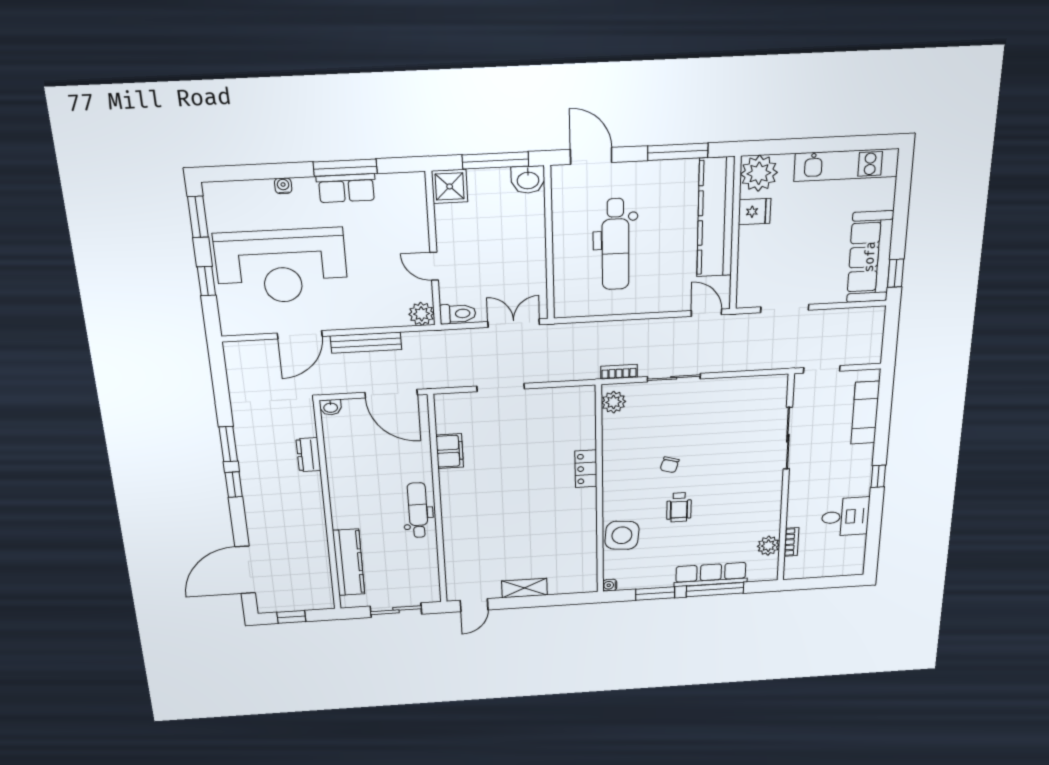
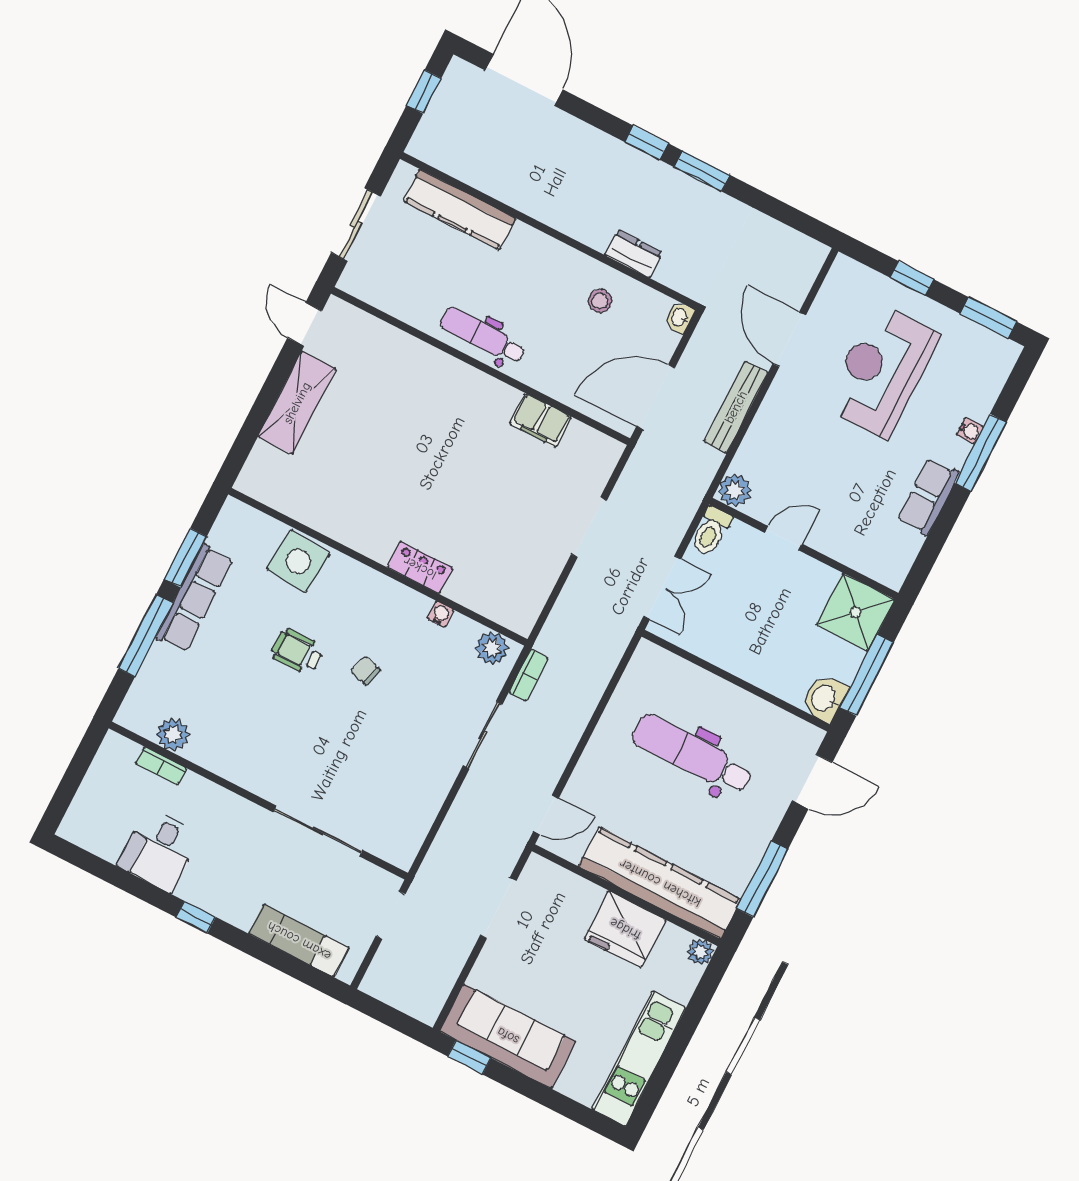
window: (345, 168) -> (981, 453), moved
plant: (759, 173) -> (700, 952), width x0.53, depth x0.53
shower: (450, 186) -> (855, 612), width x1.36, depth x1.36
fridge: (755, 212) -> (625, 929), width x1.88, depth x1.34
reception desk: (281, 266) -> (881, 371), width x0.74, depth x0.77
stool: (352, 458) -> (600, 301), added
dental chair: (418, 510) -> (483, 336), turned 180
row of seats: (711, 574) -> (194, 598), moved
water cooler: (610, 585) -> (441, 614), moved
shelving: (524, 588) -> (297, 403), width x1.50, depth x1.33

